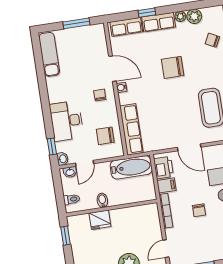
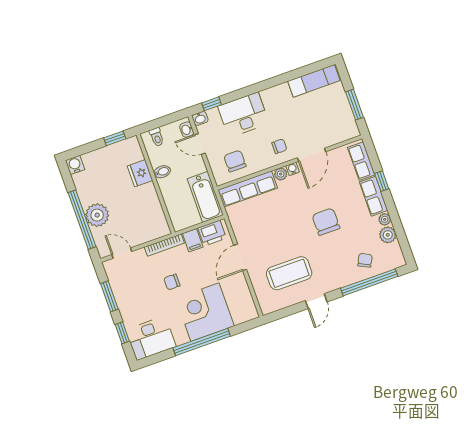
plant: (124, 99) -> (281, 174), added

